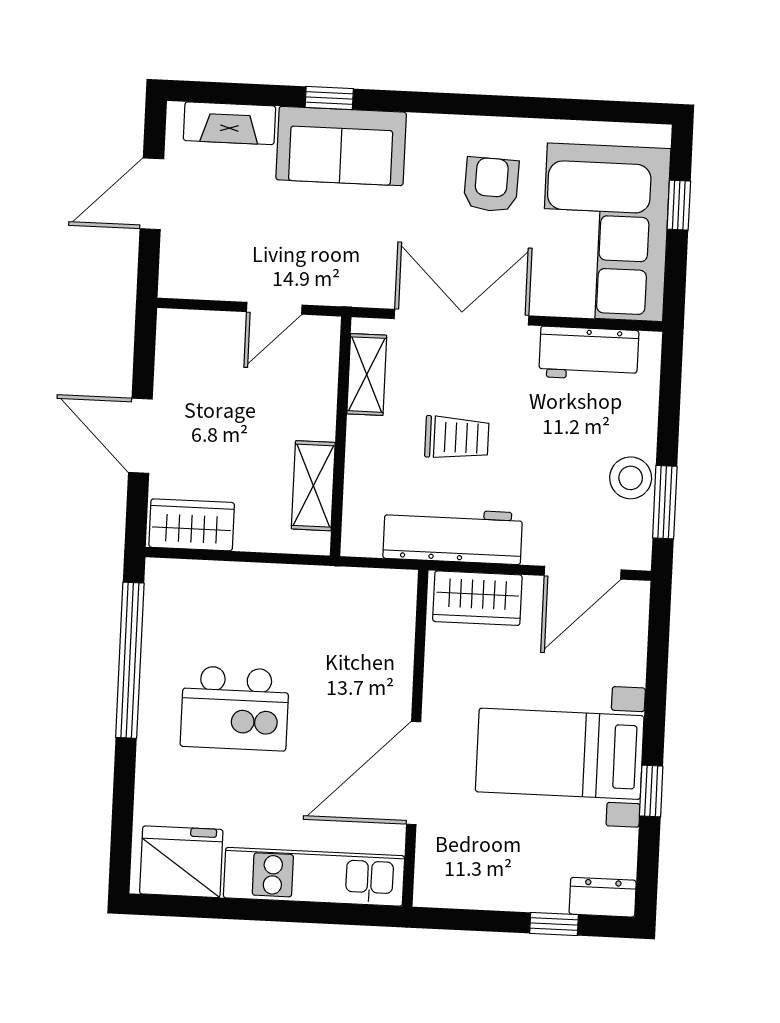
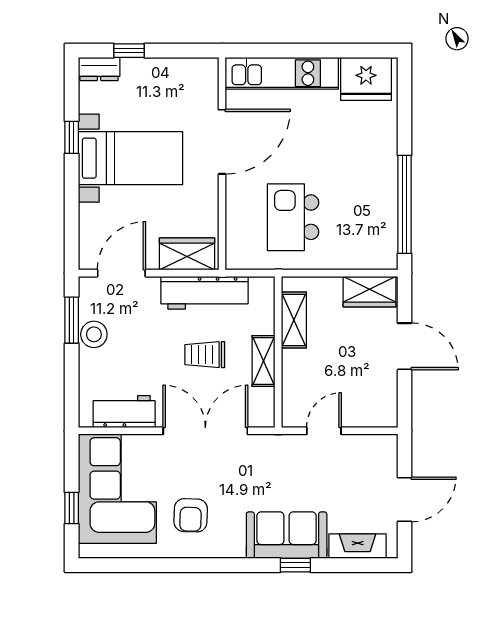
double door: (462, 317) -> (205, 431), swing flipped
shelving: (367, 375) -> (264, 361), moved
kitchen island: (235, 708) -> (293, 217), moved, turned -90

